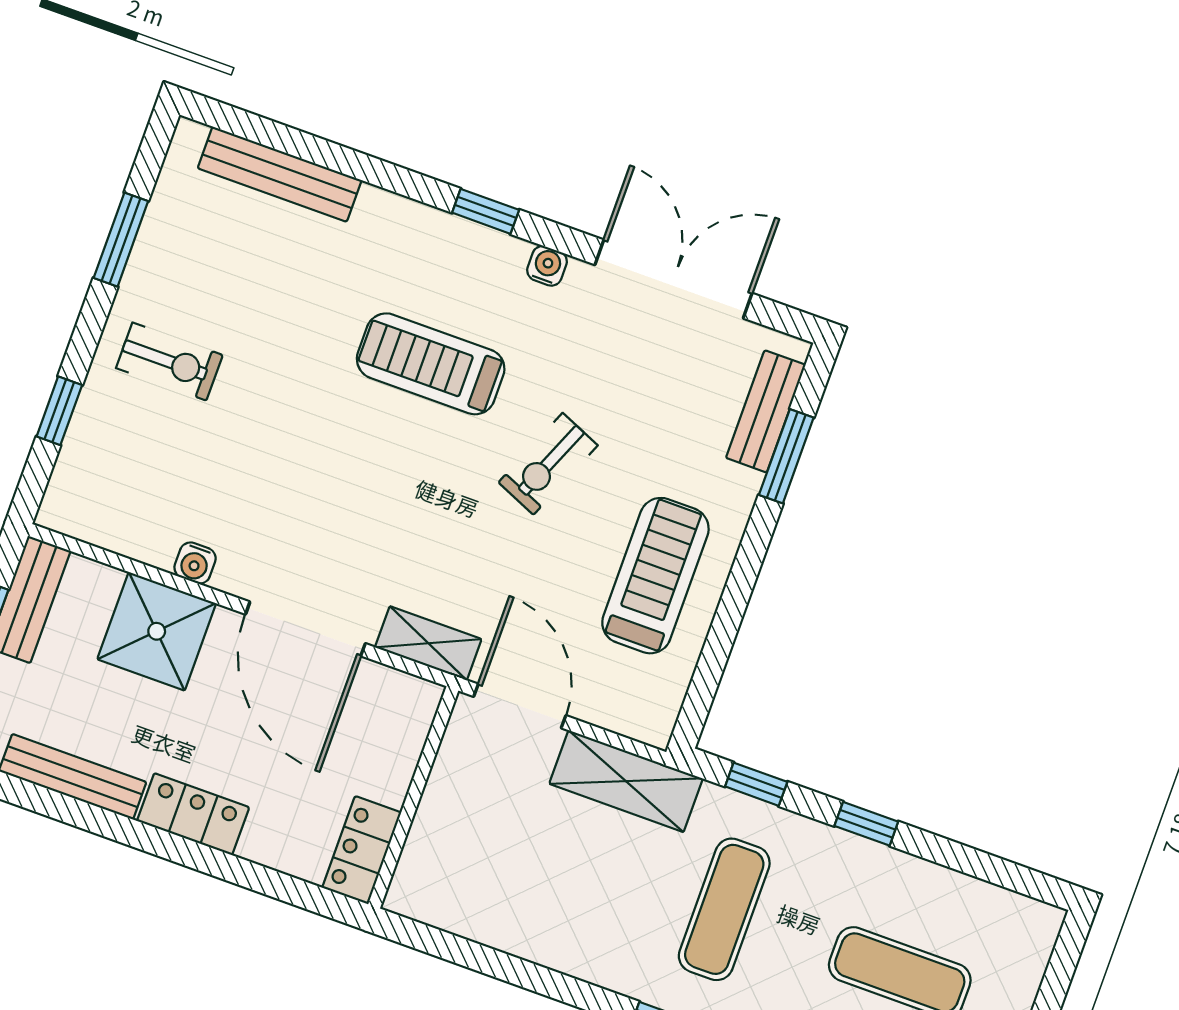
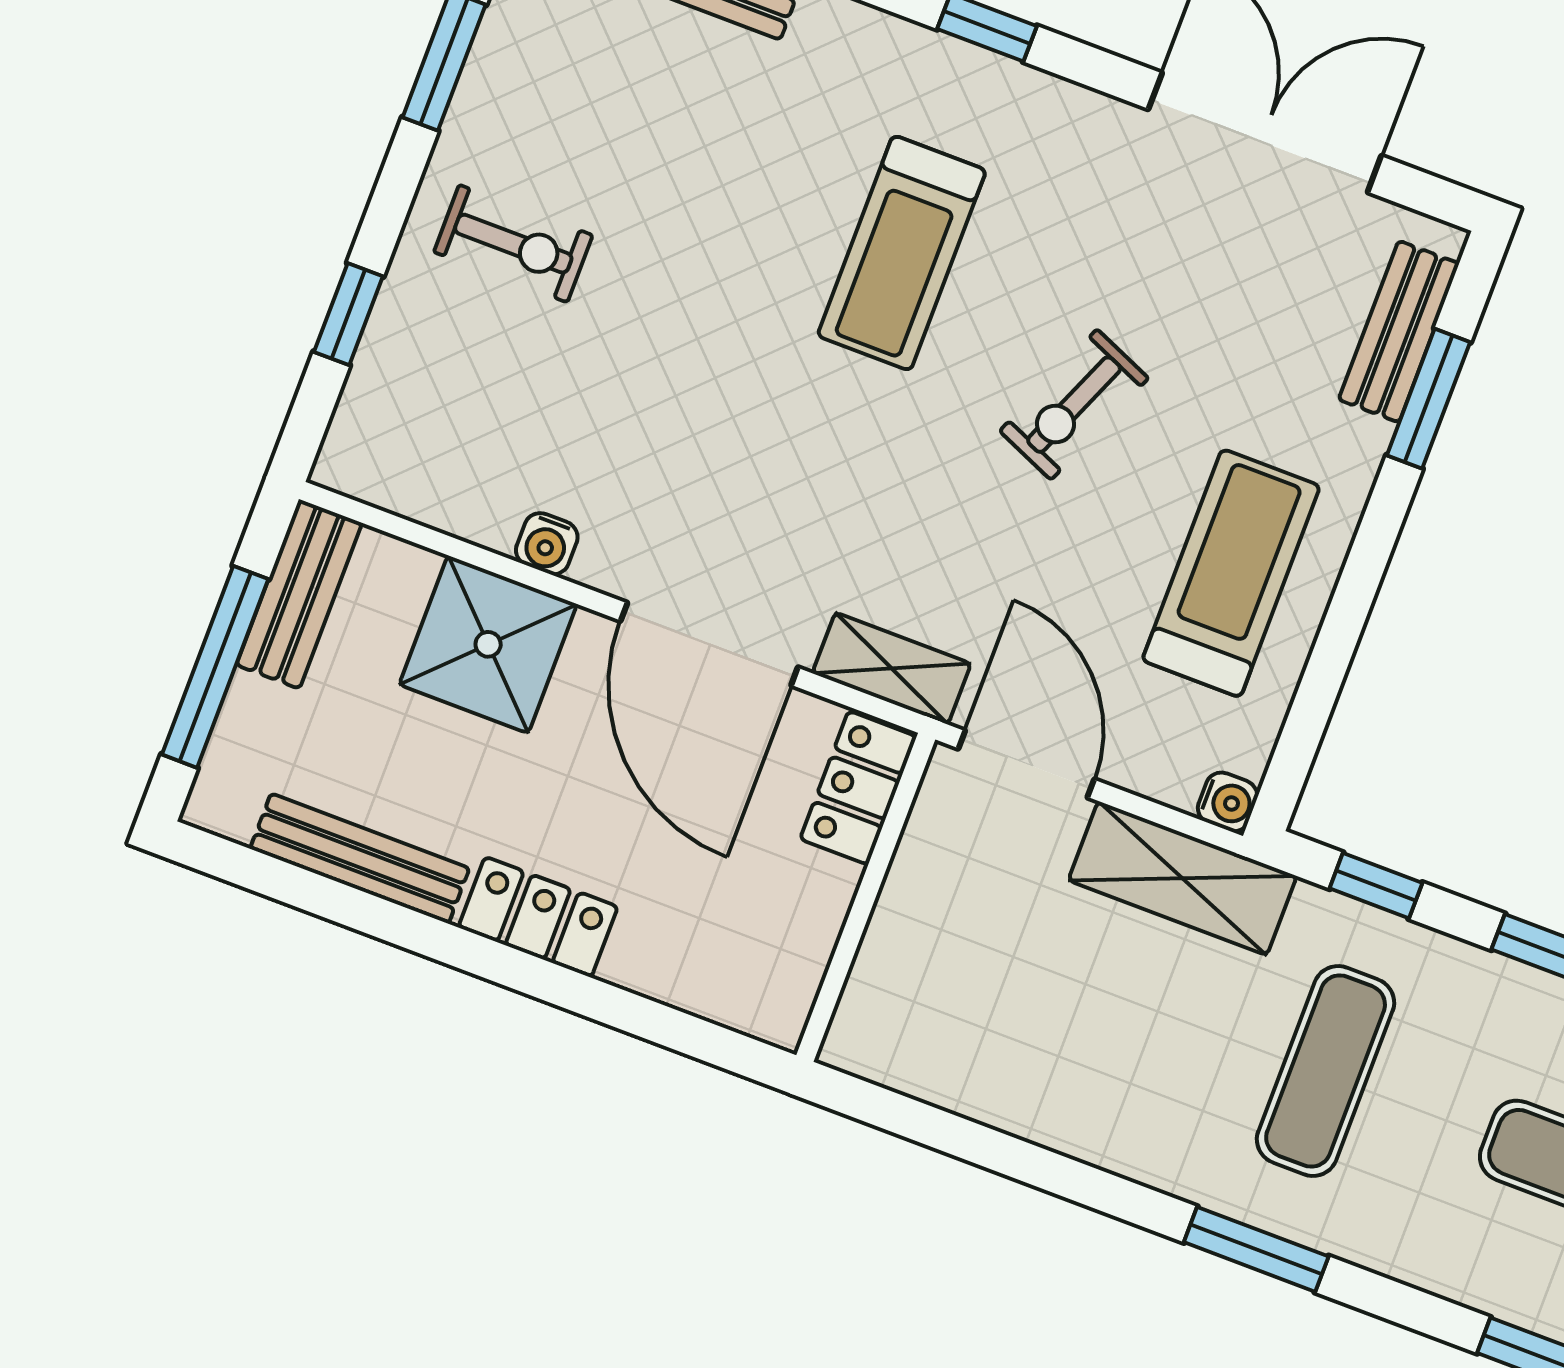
water cooler: (547, 266) -> (1228, 802), moved, turned 90
treadmill: (431, 364) -> (902, 253), turned -90
locker: (362, 850) -> (858, 788), moved

